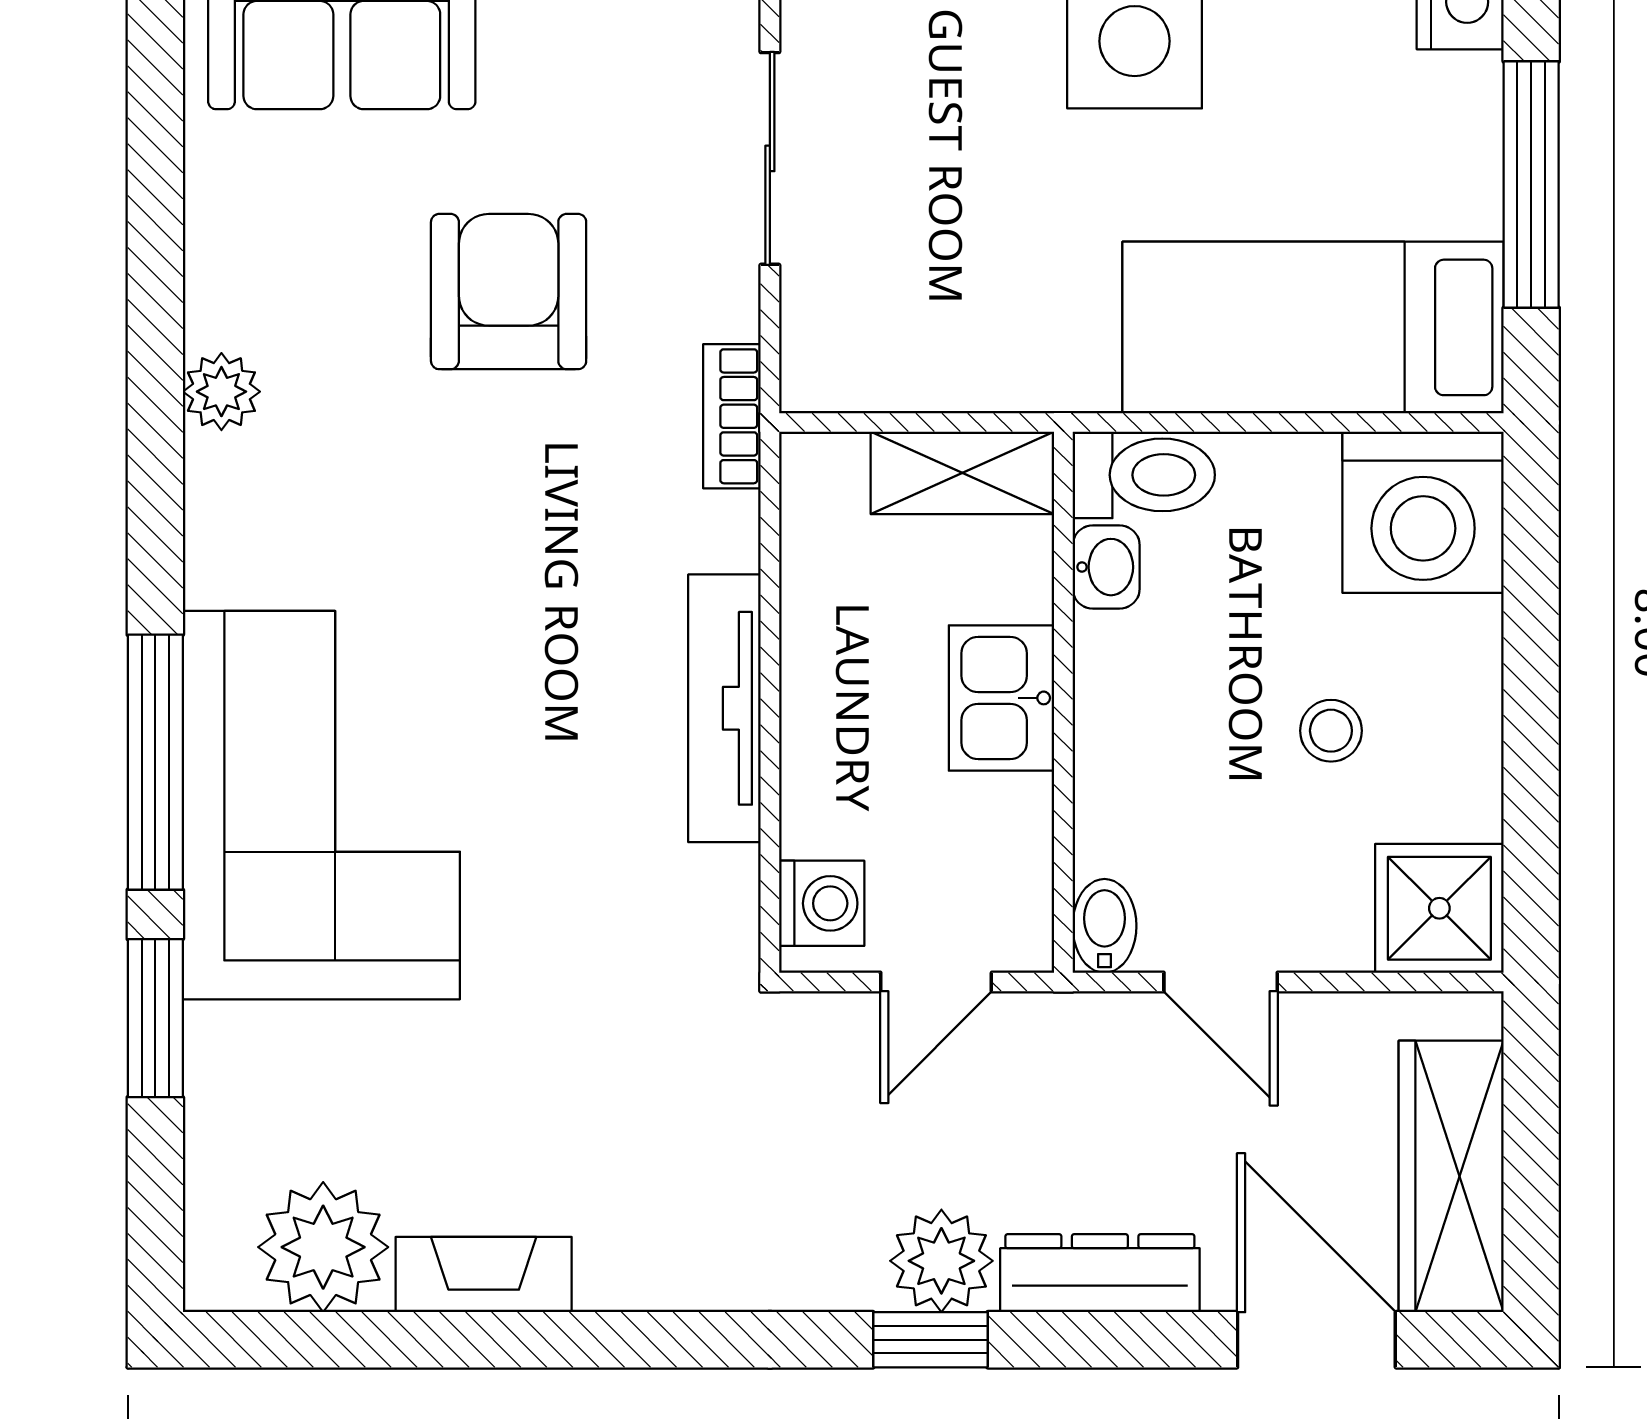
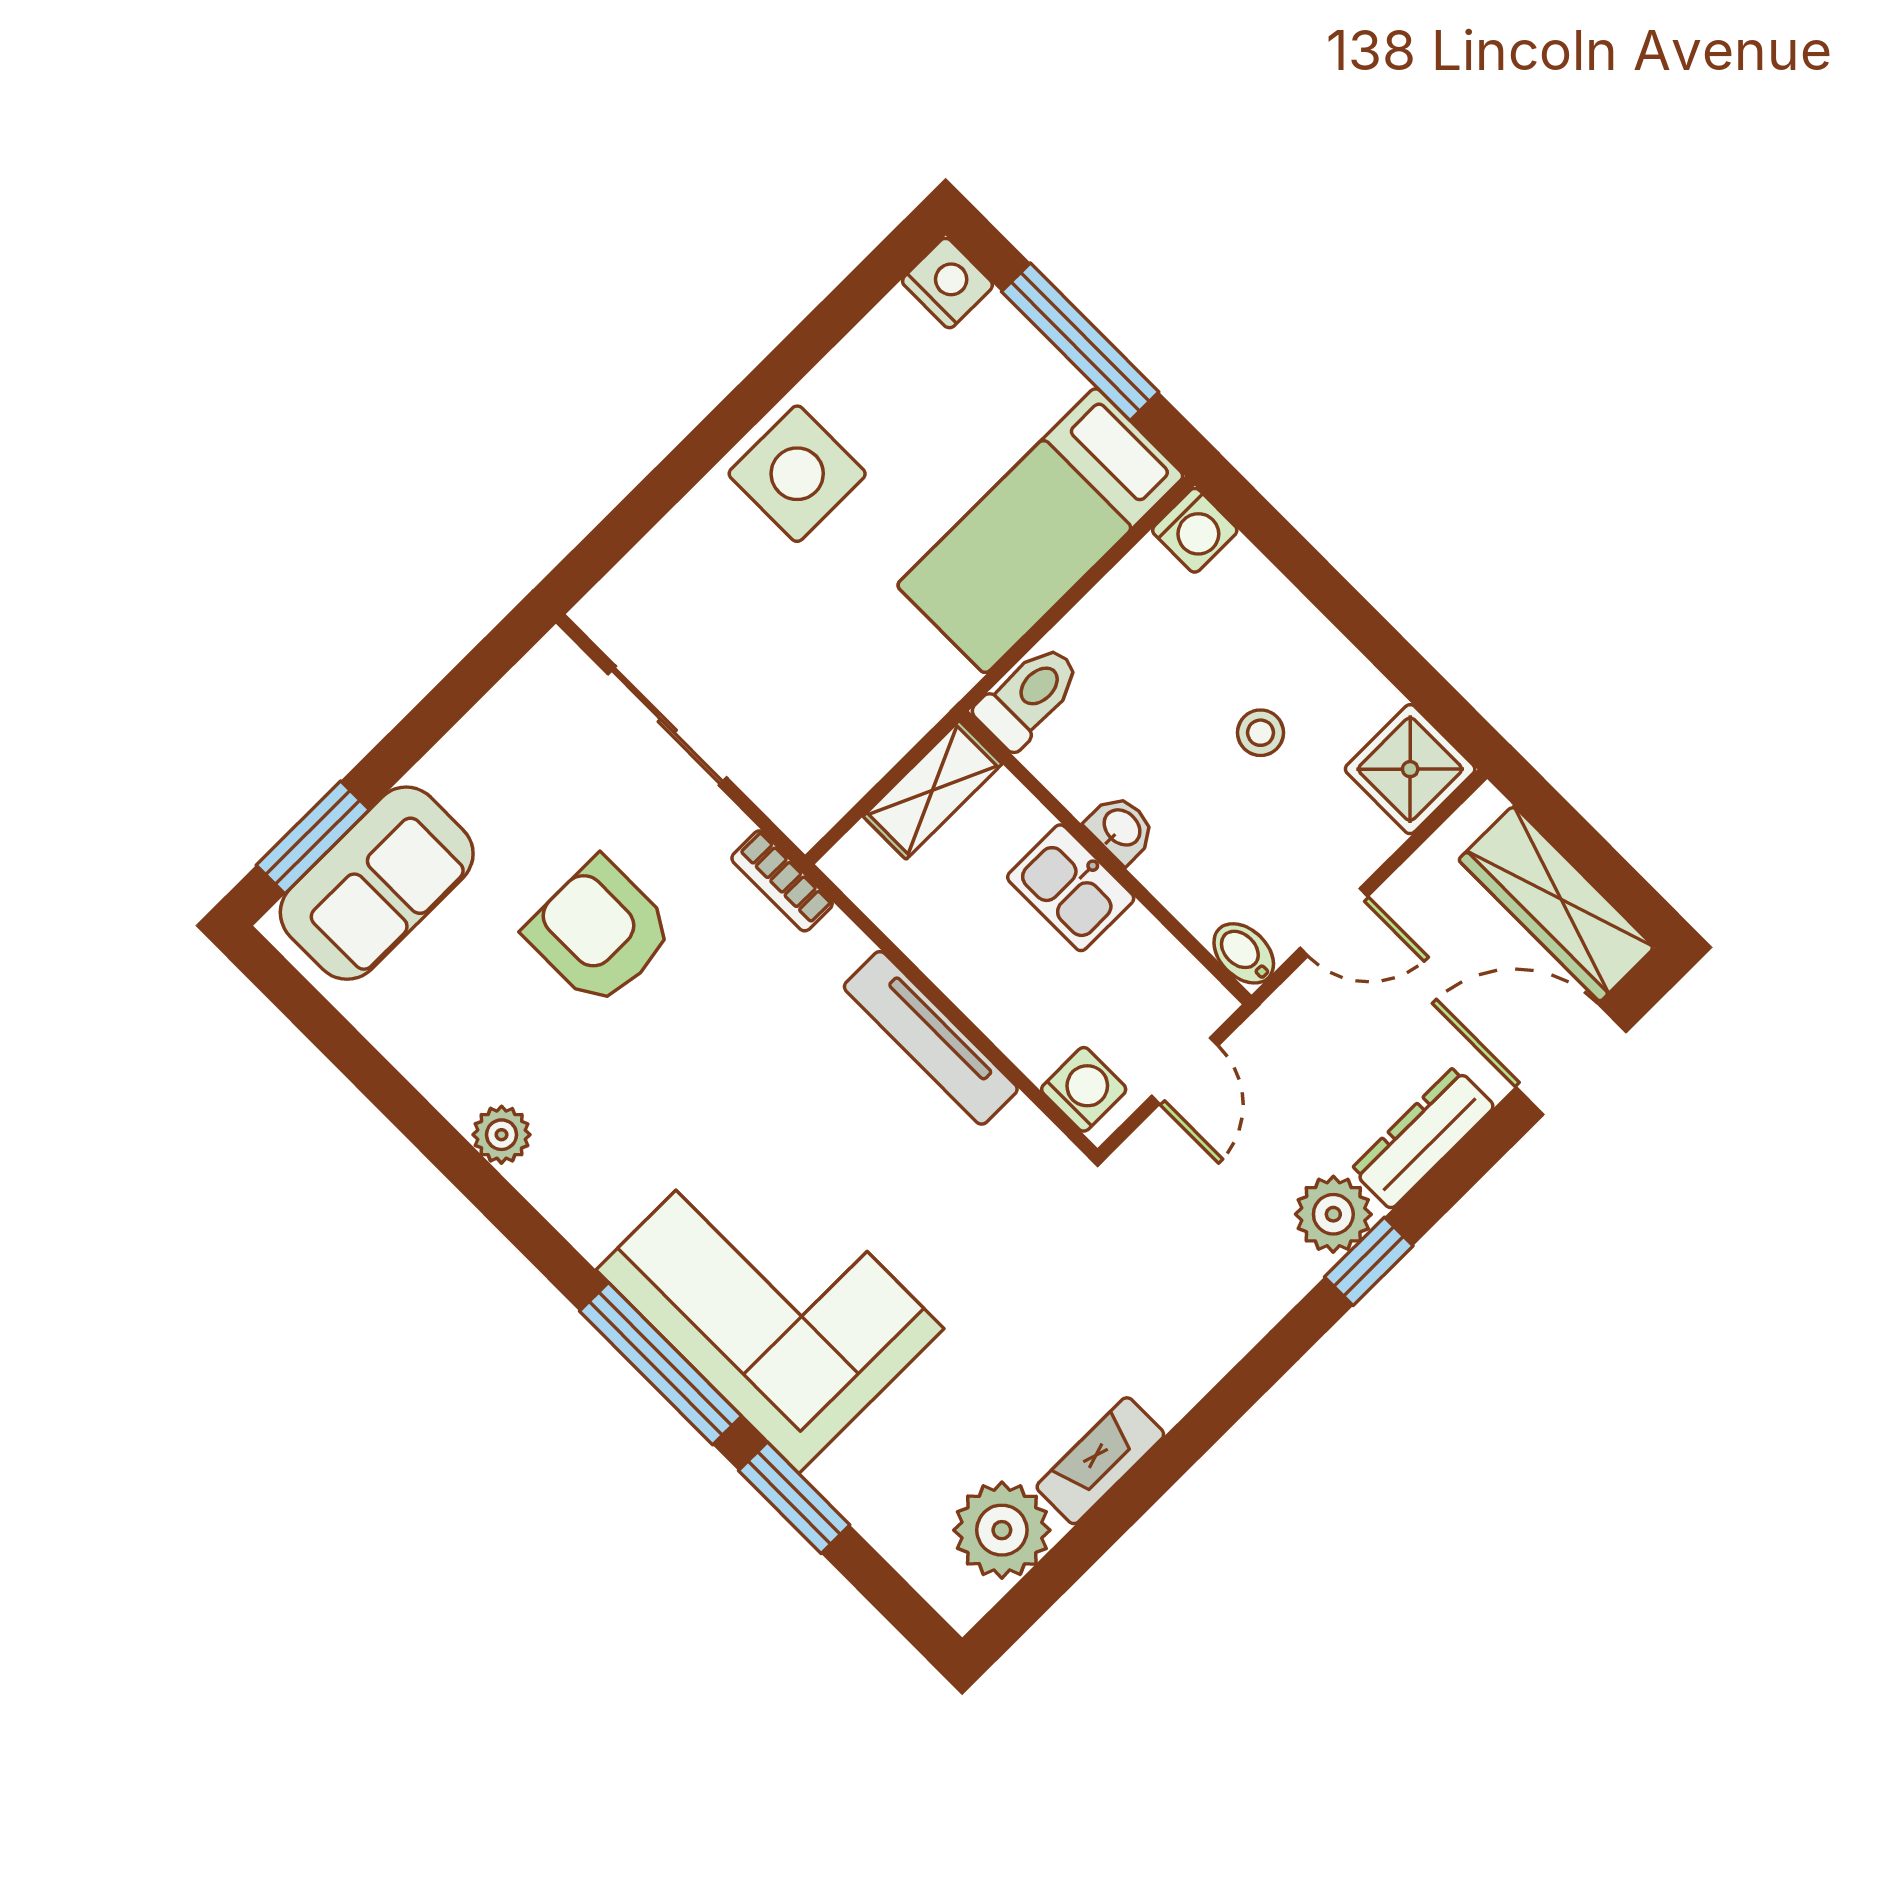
washing machine: (1423, 512) -> (1195, 530), width x0.53, depth x0.53
washbasin: (1106, 567) -> (1121, 828), moved

